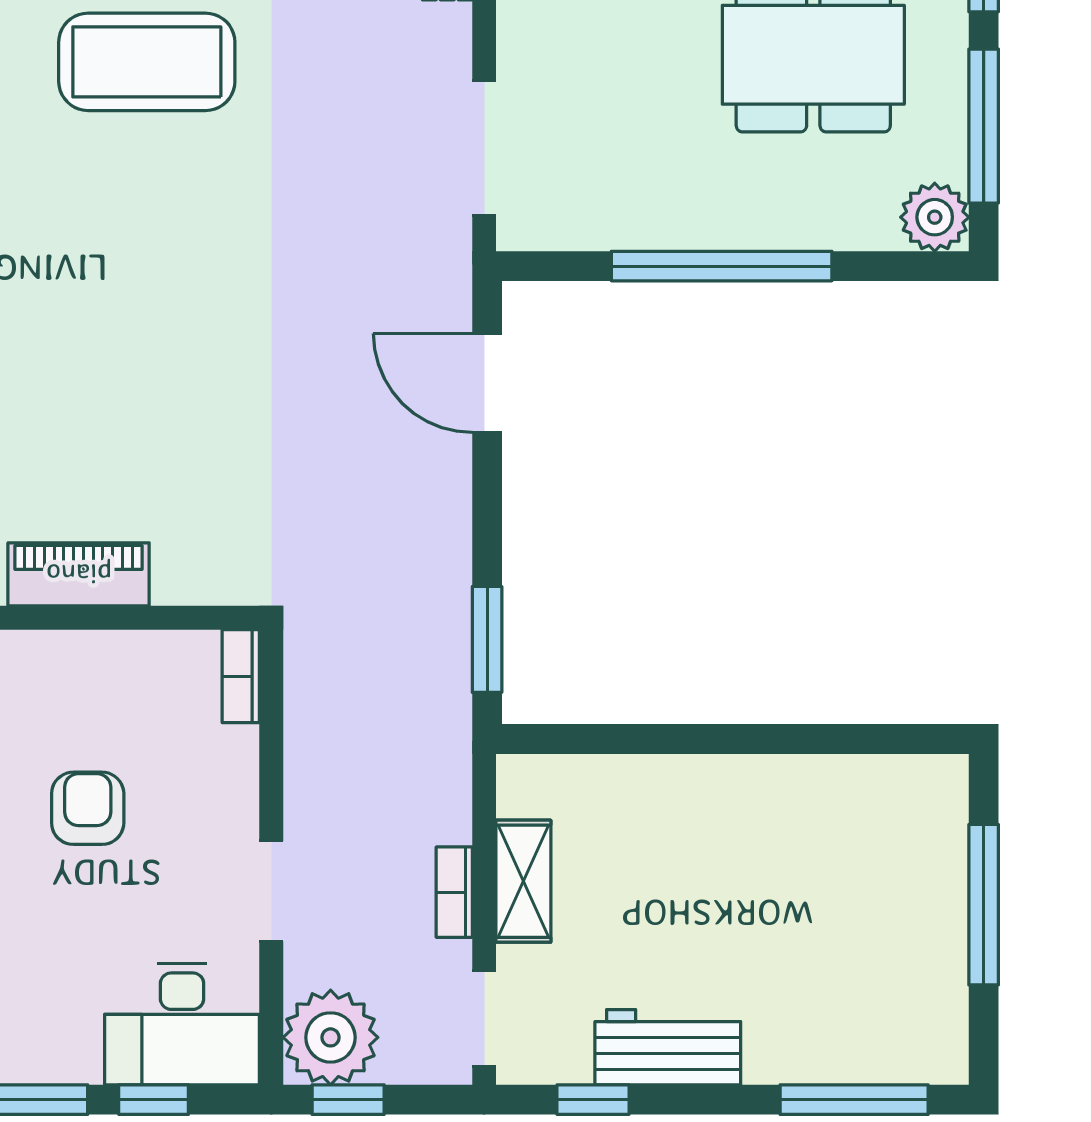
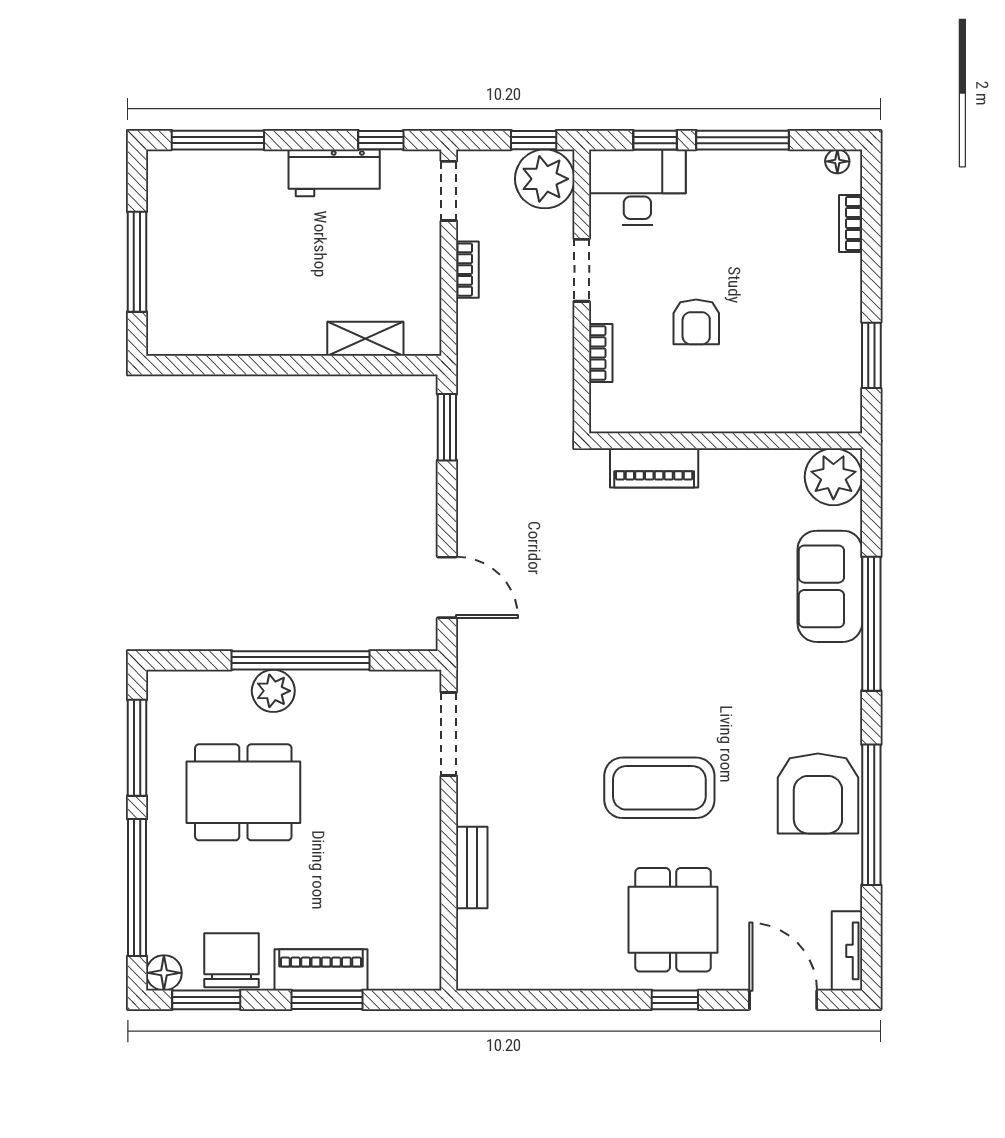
plant: (935, 217) -> (273, 691), moved
piano: (79, 574) -> (654, 468), moved
bookcase: (241, 676) -> (601, 353), moved
shelving: (523, 881) -> (365, 339), moved, turned 90

